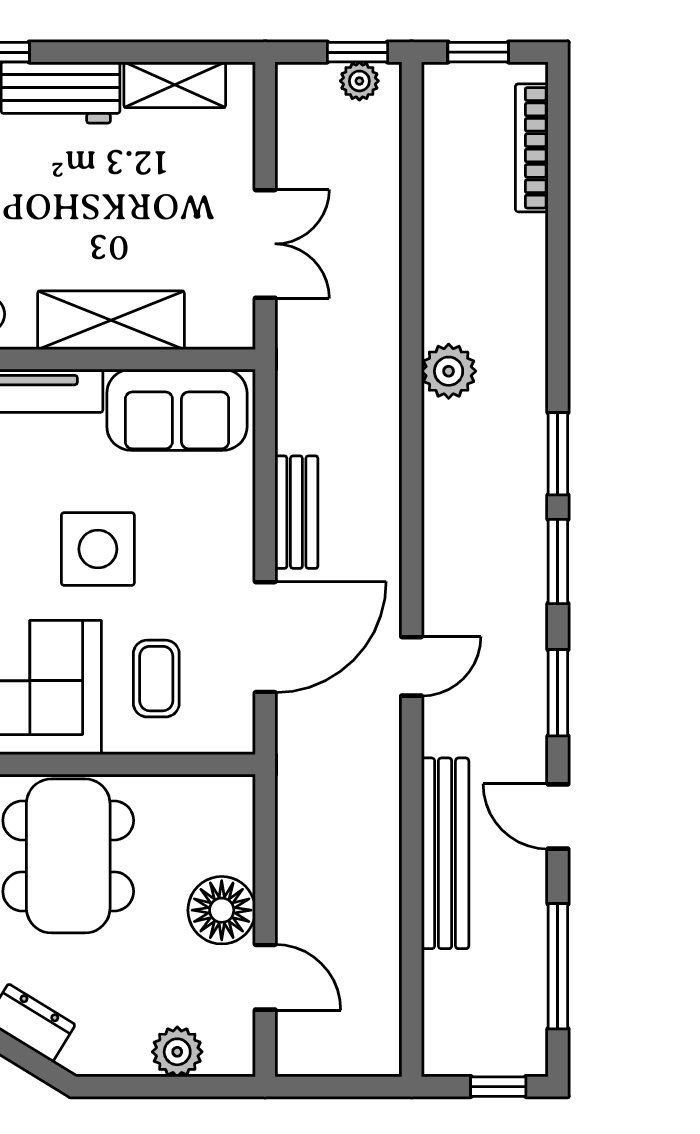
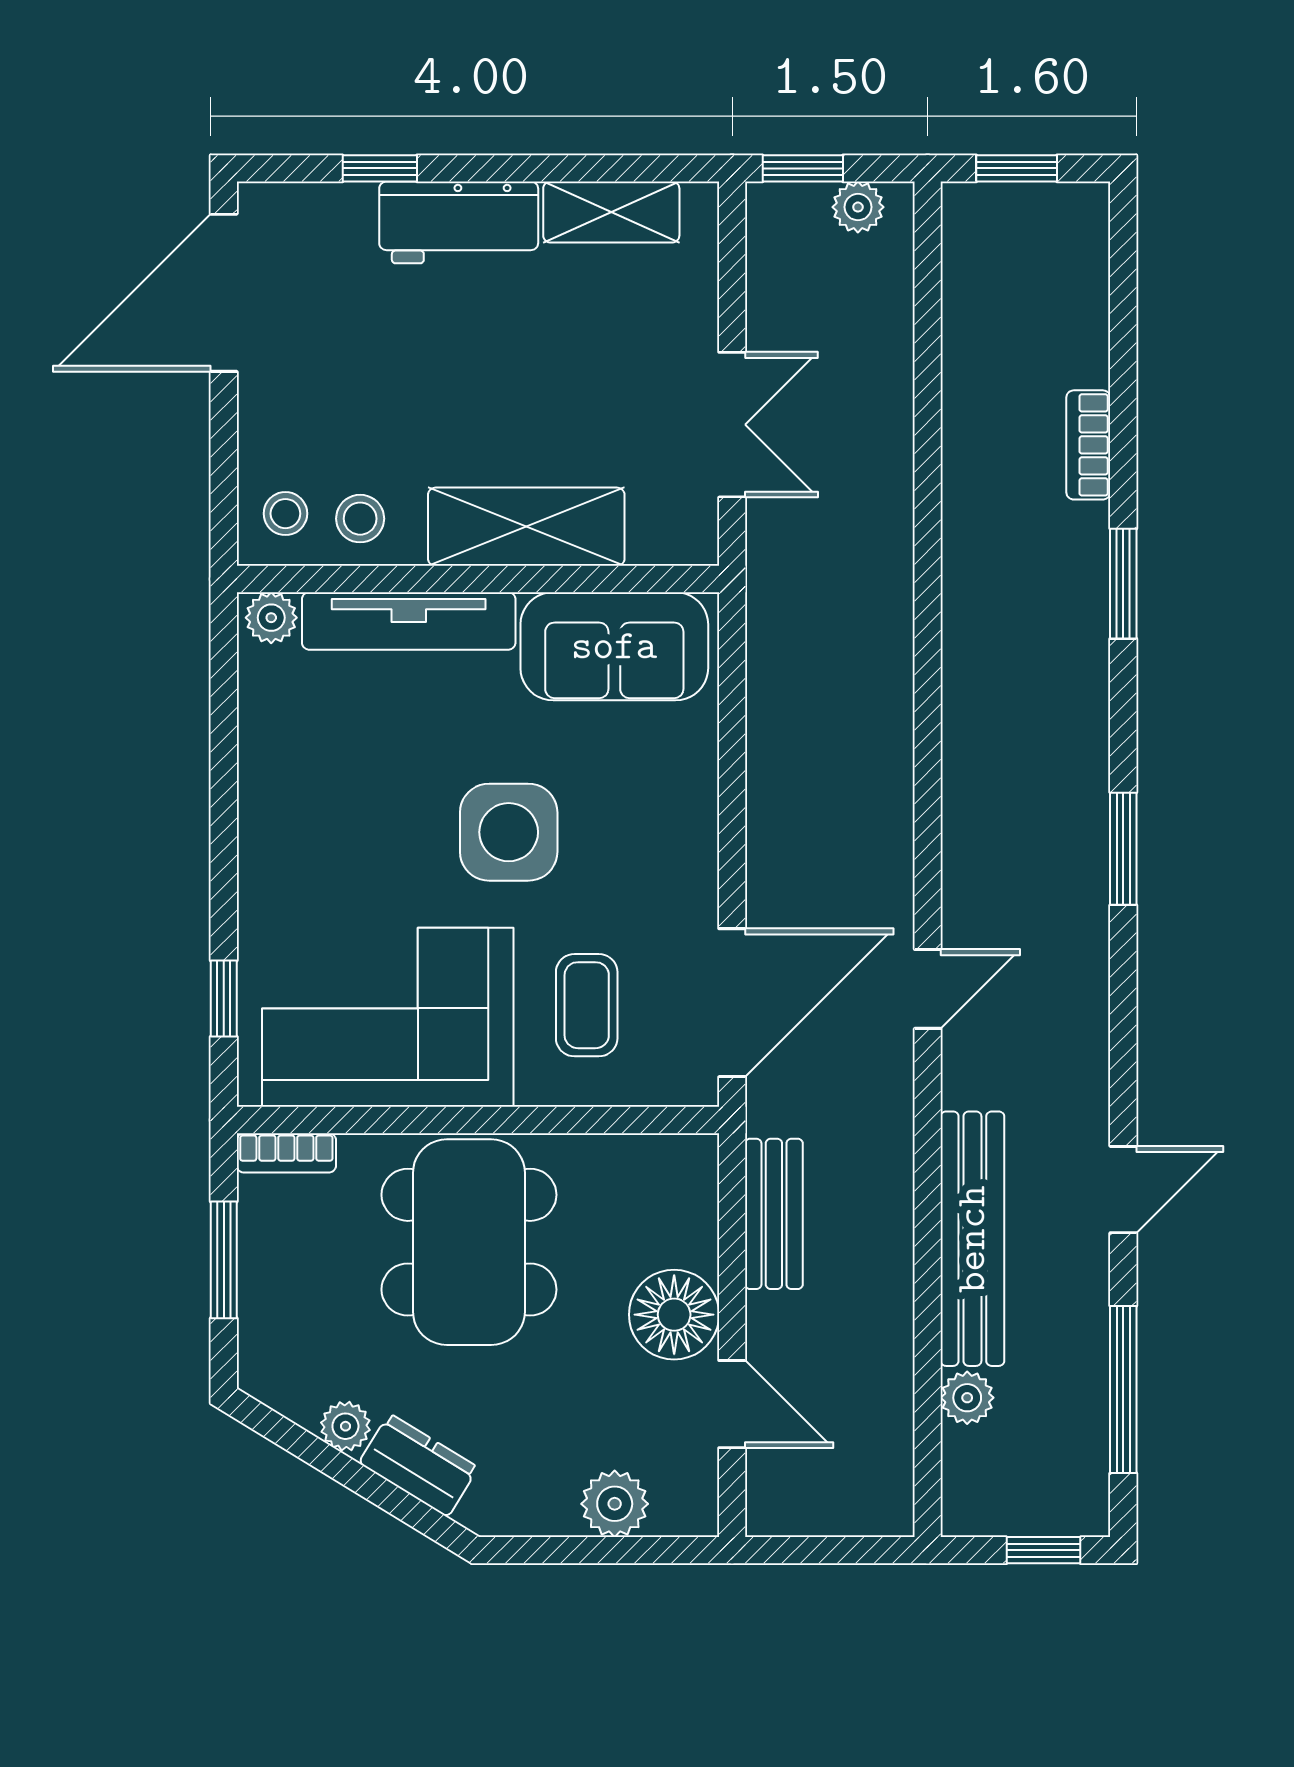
window: (357, 52) -> (803, 168), moved
bookcase: (532, 148) -> (1088, 445), moved, width x0.64
plant: (449, 371) -> (967, 1398), moved, width x0.73, depth x0.73
window: (558, 454) -> (1123, 584), moved
bench: (296, 512) -> (774, 1214), moved
door: (265, 637) -> (732, 1003), moved
window: (558, 693) -> (1123, 1024), removed
door: (558, 817) -> (1123, 1190), swing flipped

